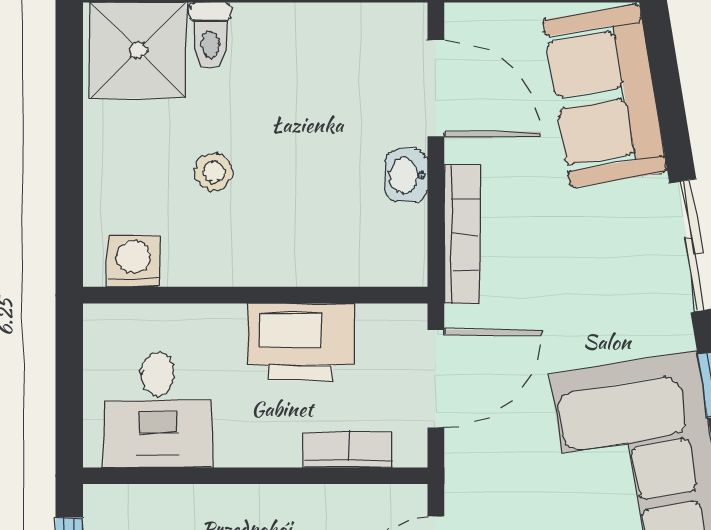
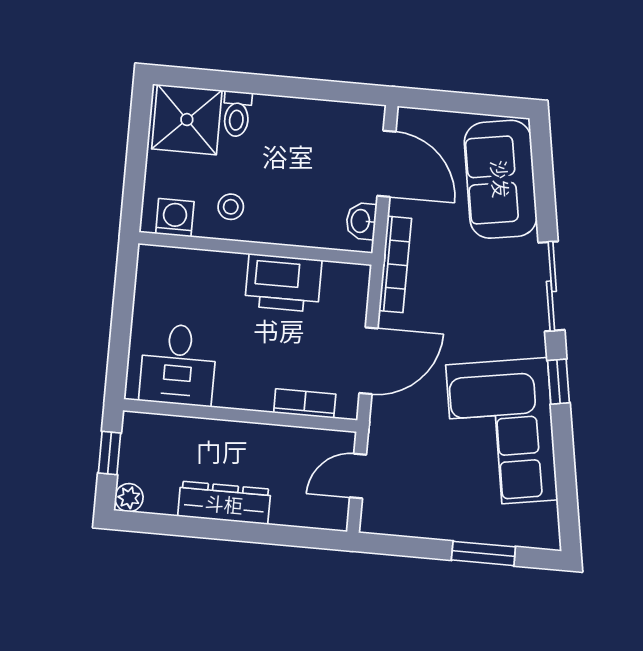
washing machine: (133, 261) -> (175, 218), moved
wall: (255, 295) -> (255, 248), moved
printer: (301, 342) -> (283, 283), moved

